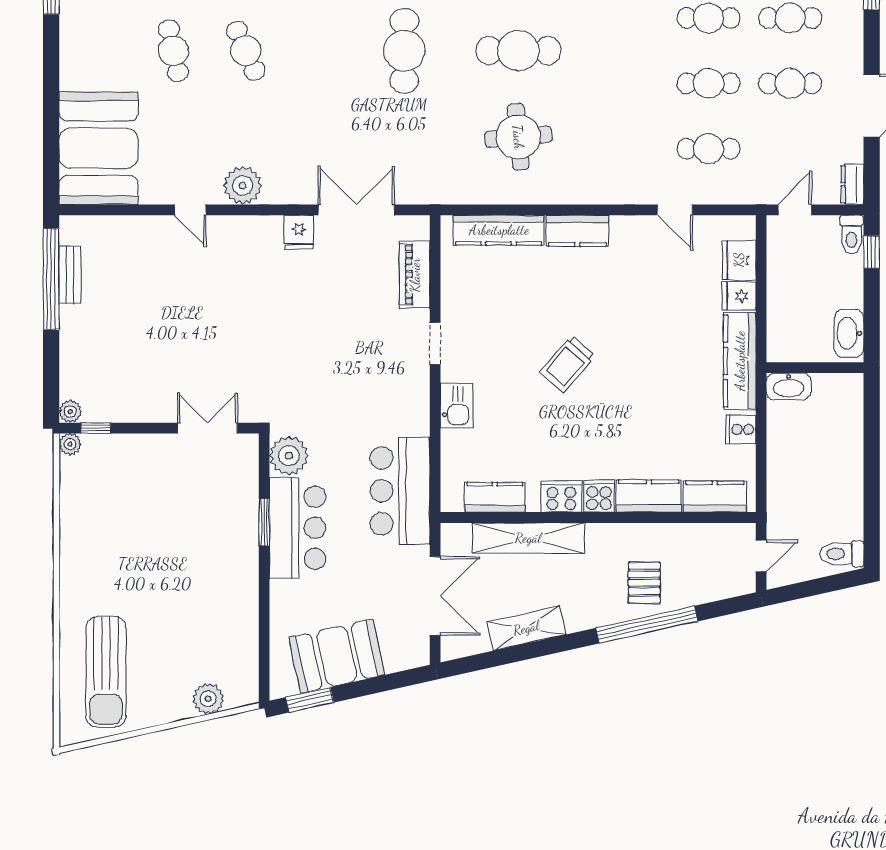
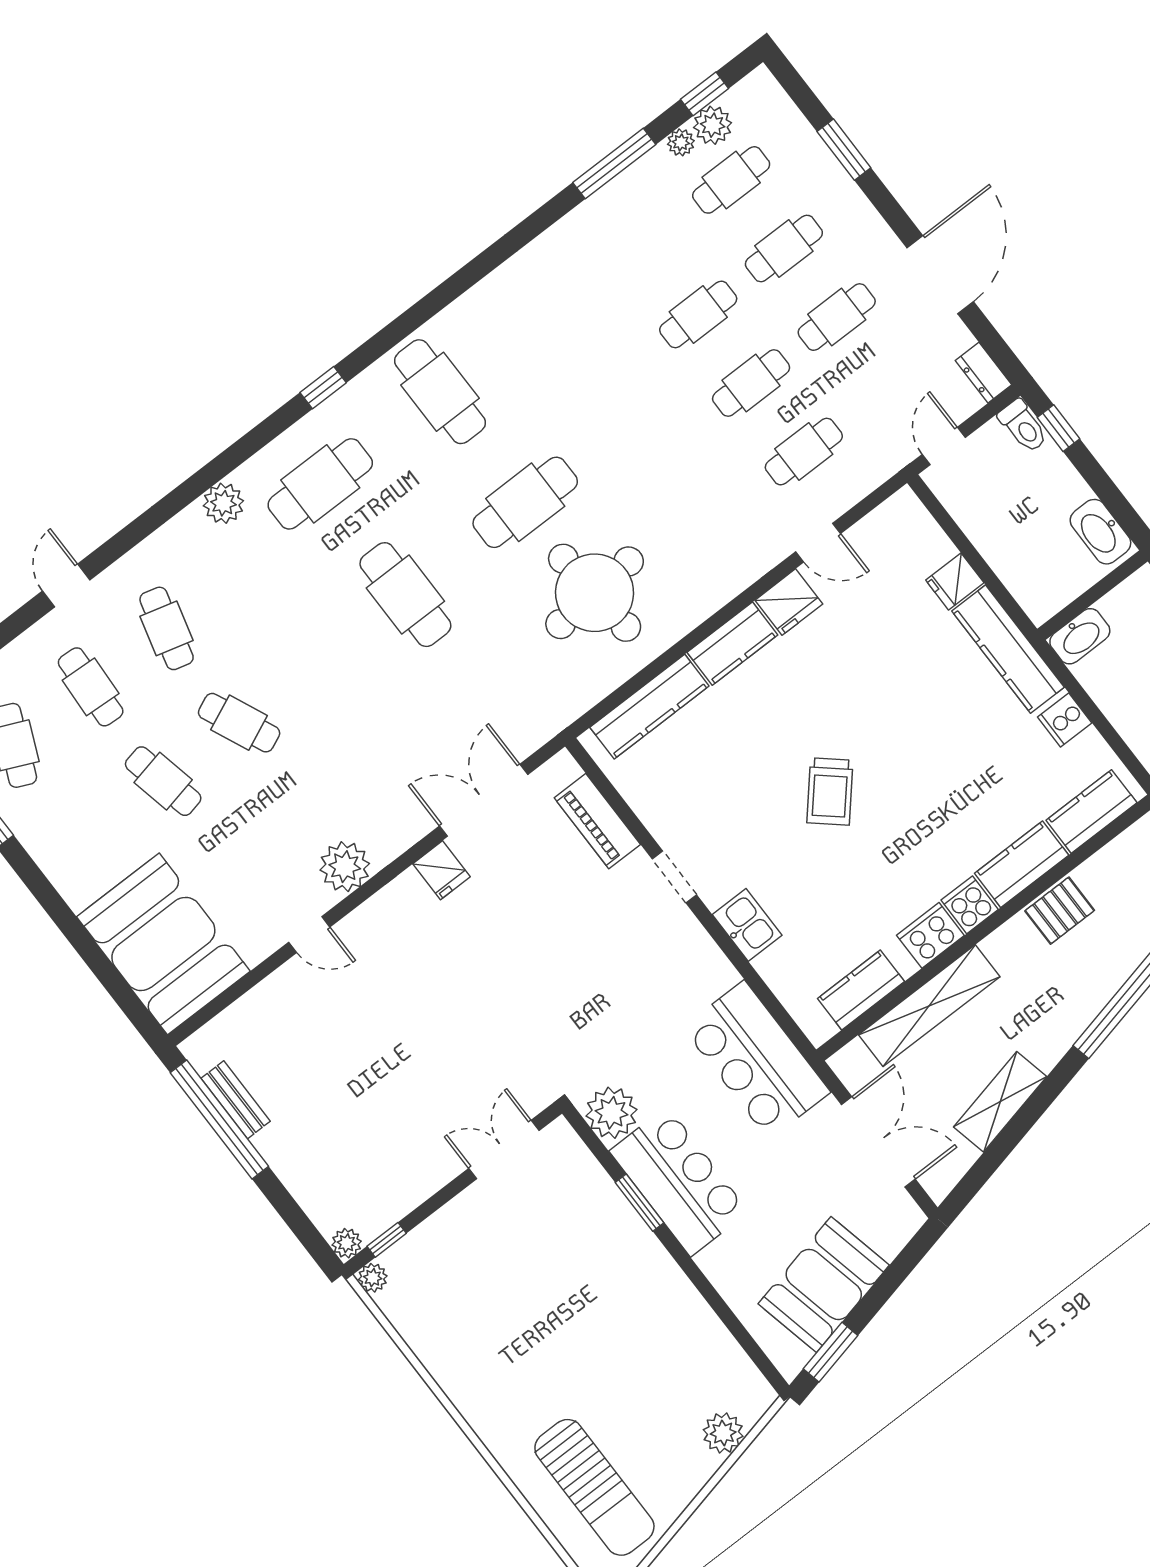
round table: (518, 137) -> (595, 593), width x1.36, depth x1.36
fridge: (739, 260) -> (789, 602), moved, turned -90
pallet: (644, 583) -> (1060, 911), moved, turned 90

